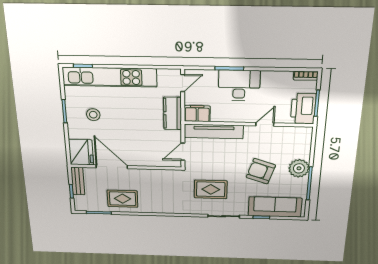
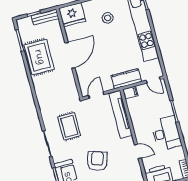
desk: (239, 85) -> (166, 133), moved
filing cabinet: (197, 114) -> (130, 93), width x0.50
door: (183, 152) -> (96, 95), hinge flipped
door: (112, 167) -> (70, 55), moved
rug: (122, 199) -> (39, 57), width x1.36, depth x1.43

